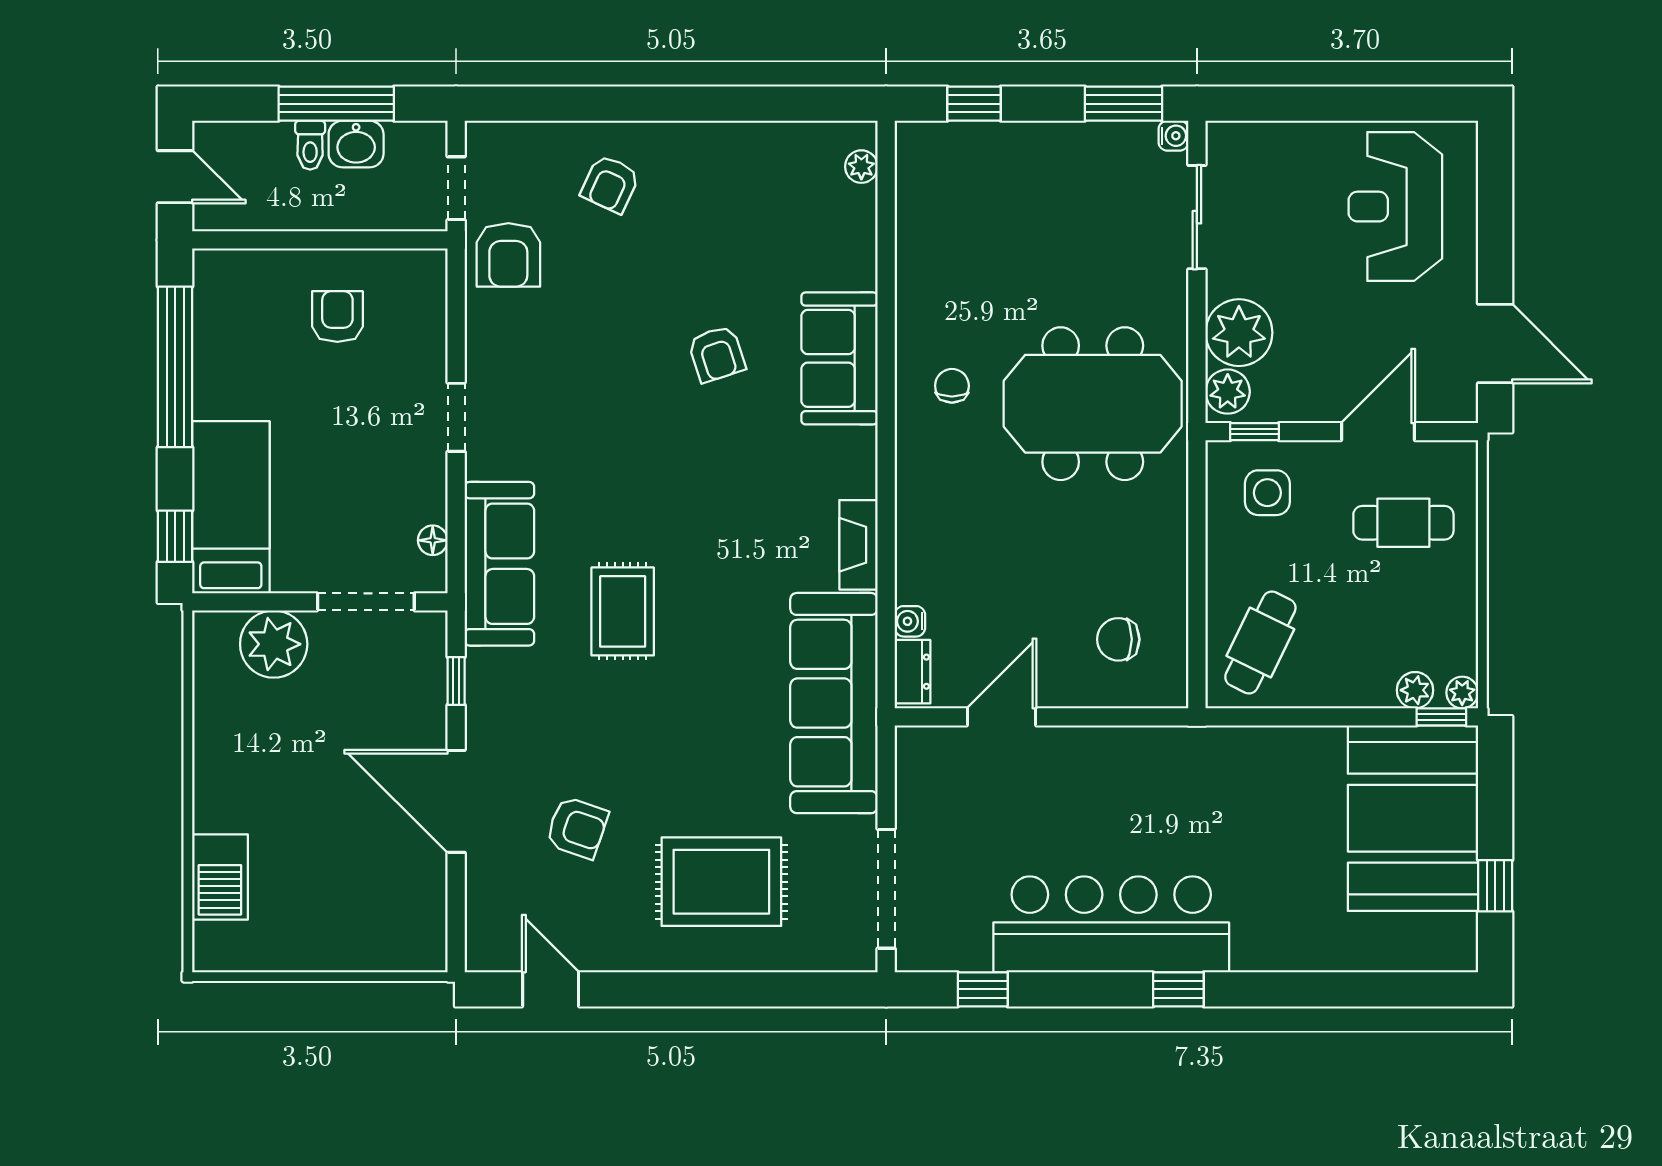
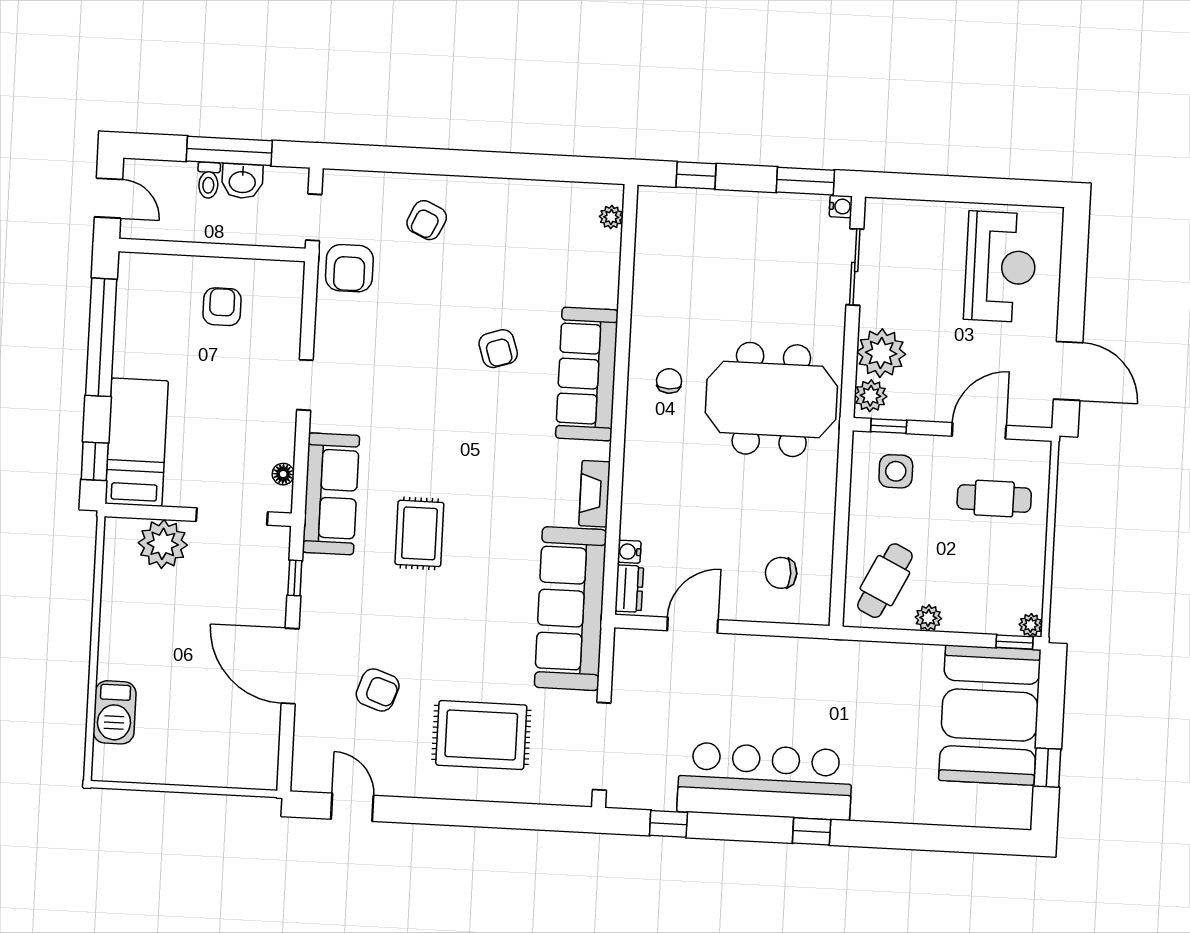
reception desk: (1395, 207) -> (1000, 267), turned 180
sofa: (839, 358) -> (587, 374), width x1.36
plant: (1415, 690) -> (928, 618), moved

